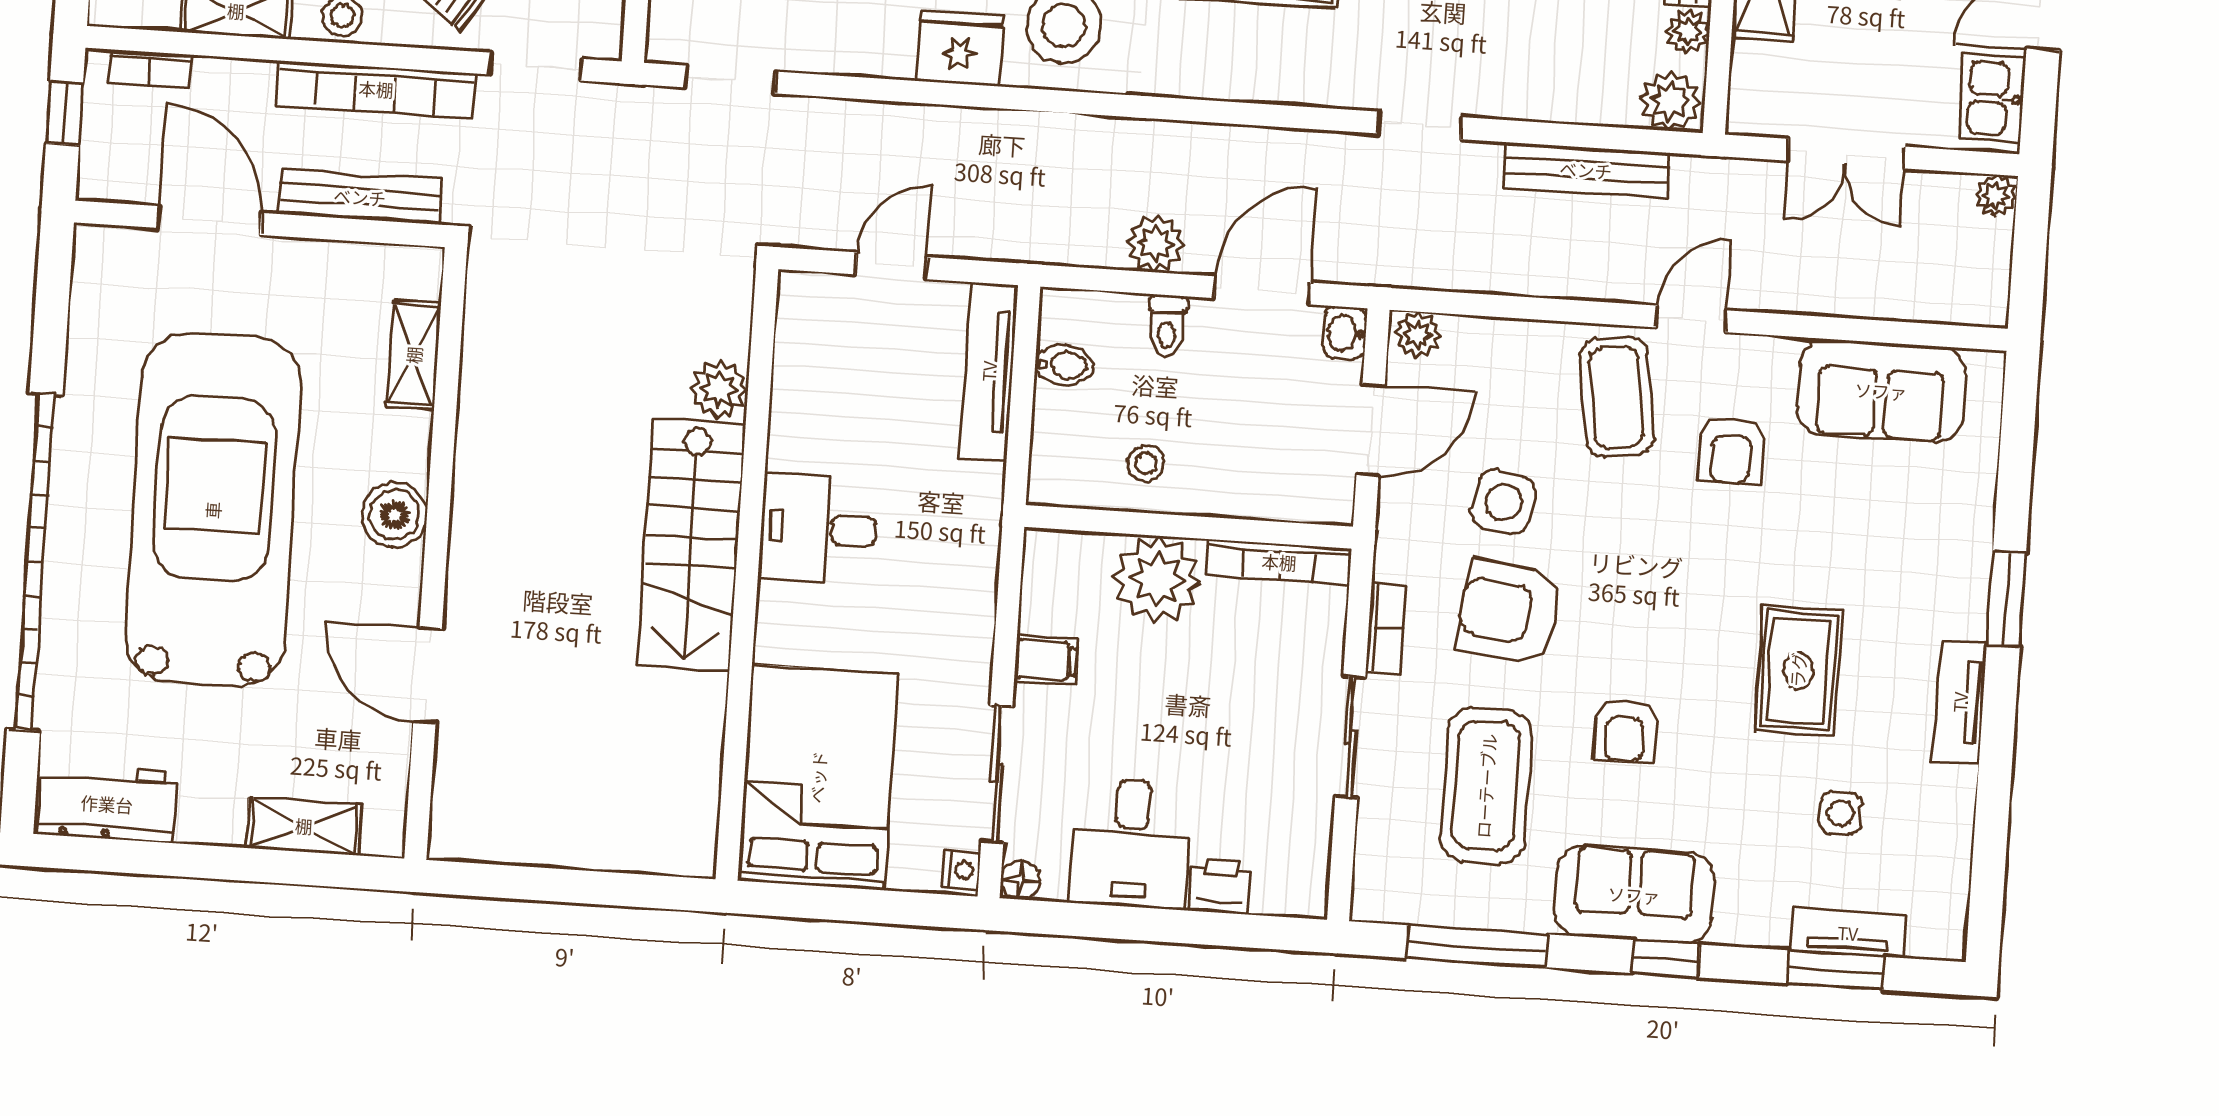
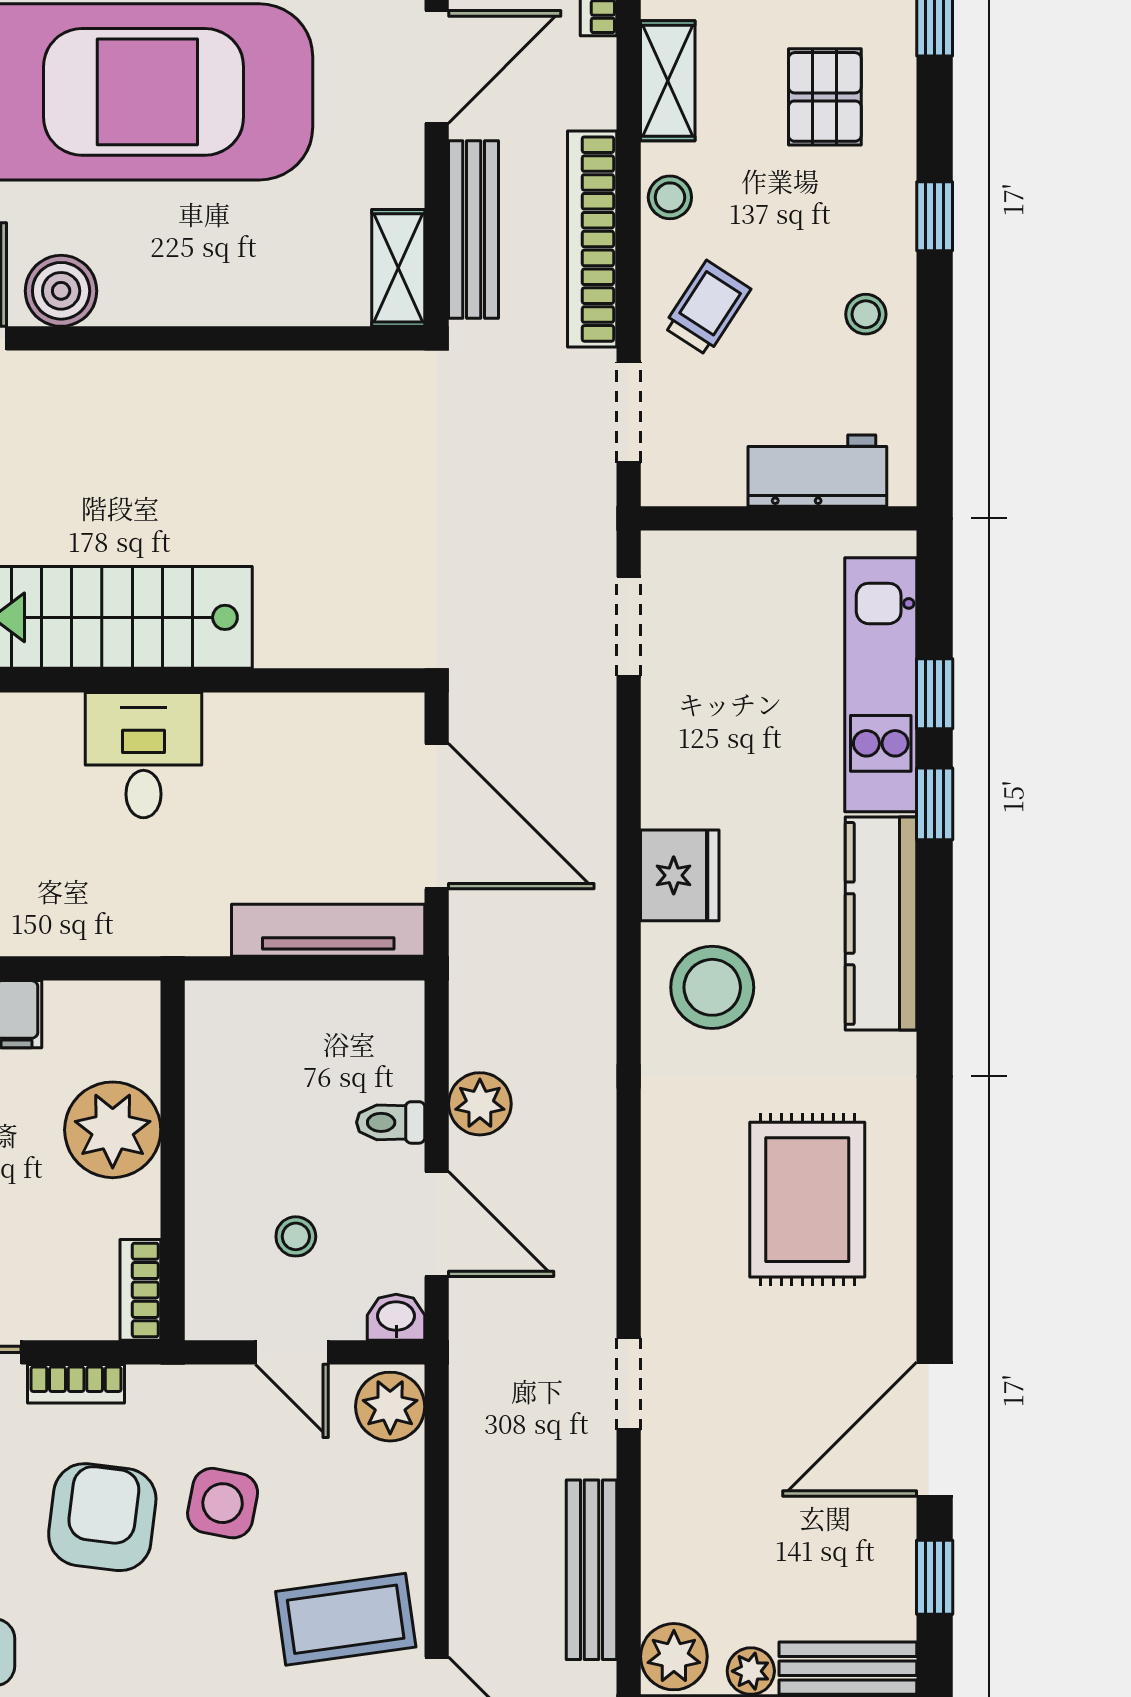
door: (891, 266) -> (437, 816), width x1.88
plant: (1418, 335) -> (390, 1407), width x1.38, depth x1.38
shelving: (414, 355) -> (398, 268), moved, turned 90
bidet: (1064, 365) -> (340, 1012), removed
plant: (719, 389) -> (289, 637), removed
door: (1371, 430) -> (292, 1352), width x0.73
stool: (1146, 463) -> (296, 1236), moved
boiler: (395, 515) -> (61, 291), moved
bookcase: (1279, 562) -> (140, 1290), width x0.64

